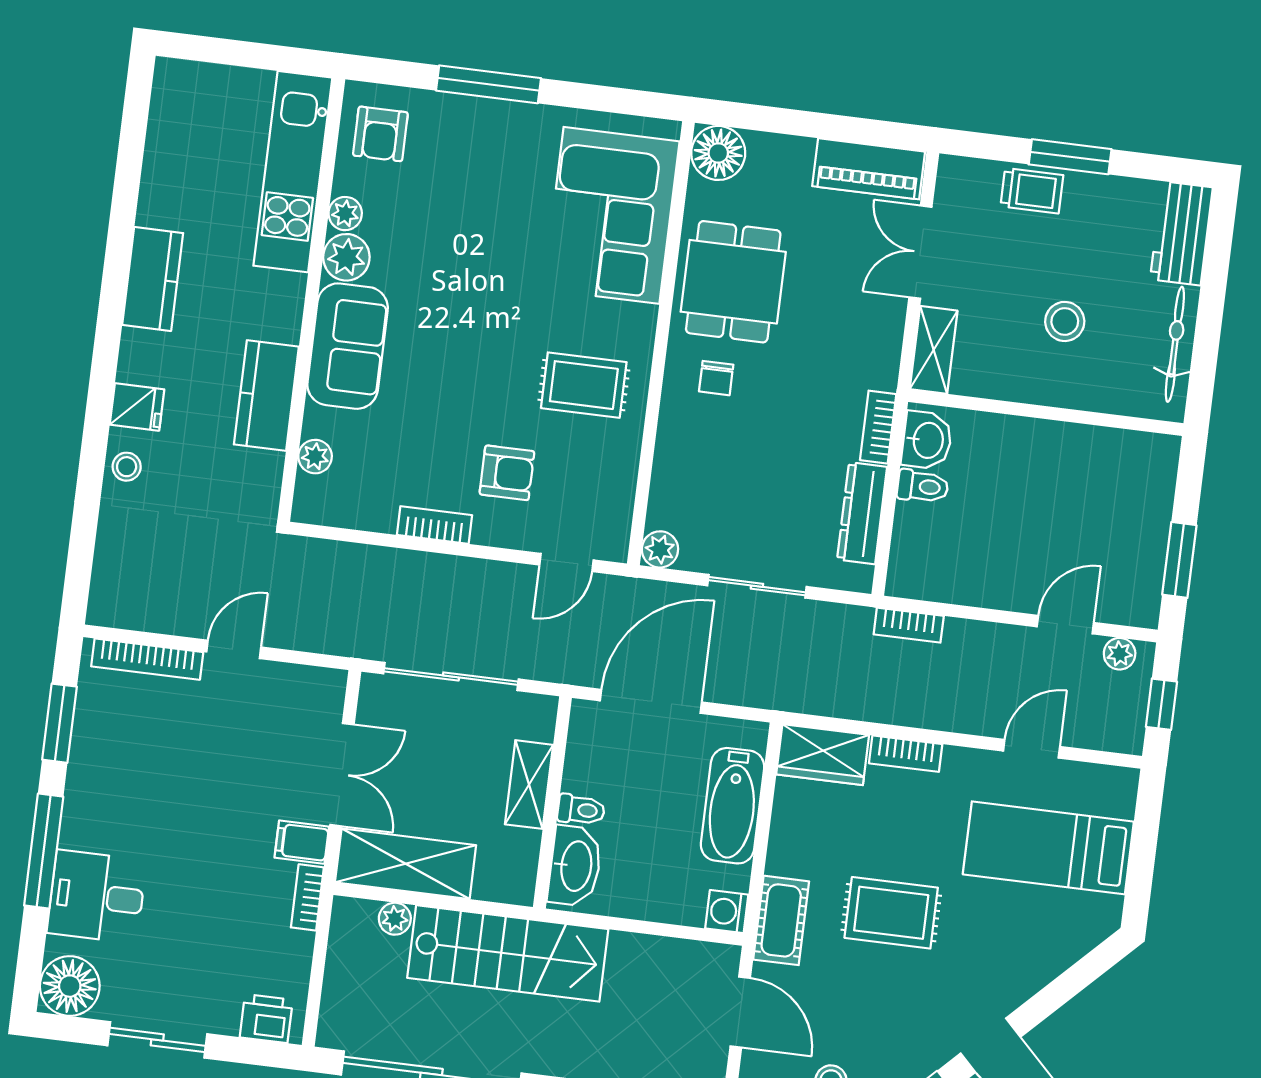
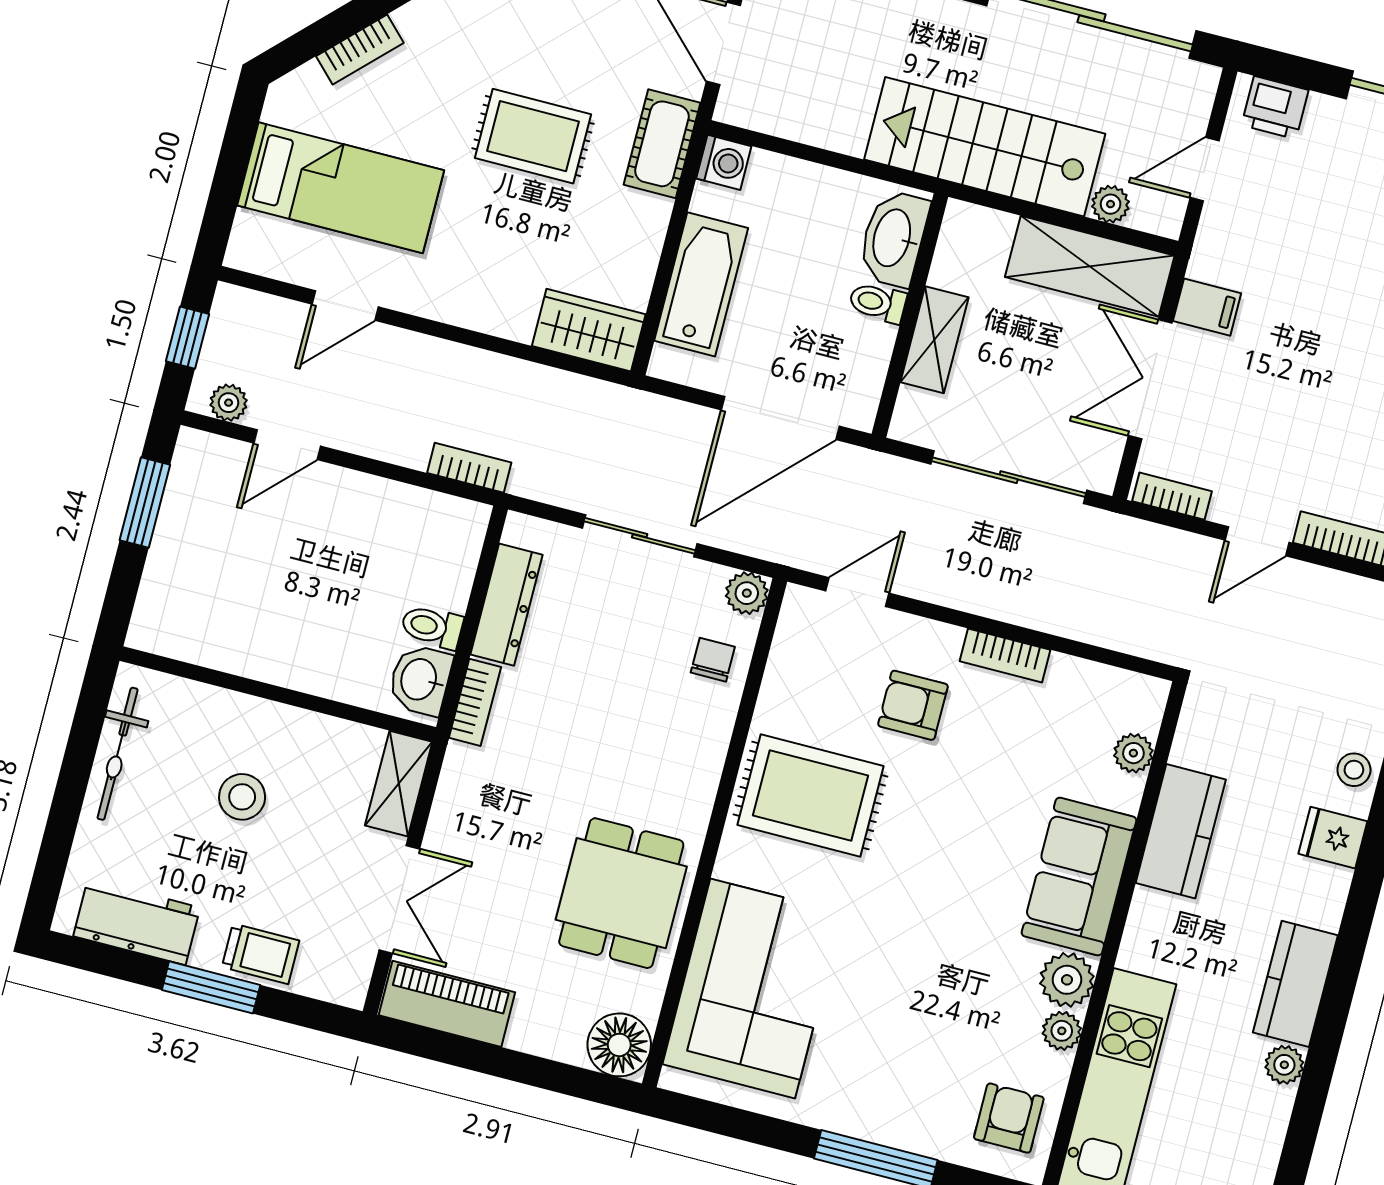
trolley: (1032, 191) -> (261, 954), turned 180
plant: (153, 209) -> (1284, 1065), added
workbench: (1181, 233) -> (137, 922), moved, turned -90
chair: (716, 378) -> (713, 660), moved
rug: (584, 385) -> (810, 796), width x1.36, depth x1.43
bookcase: (906, 754) -> (360, 49), moved, turned 135
bookcase: (307, 897) -> (1172, 496), moved, turned -90
door: (319, 959) -> (1205, 169), added

